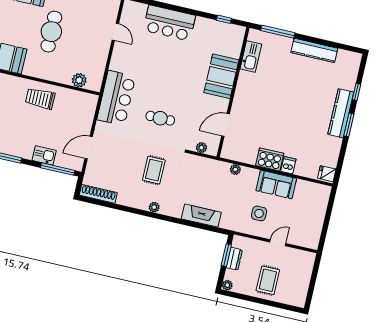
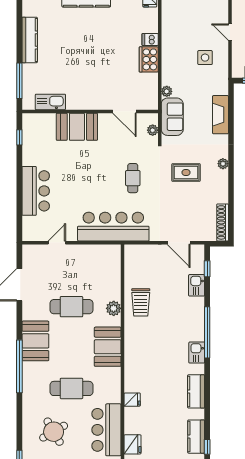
plant: (79, 80) -> (114, 308), moved
bar counter: (116, 98) -> (113, 227), width x1.36
window: (58, 169) -> (207, 269), width x0.46
sofa: (276, 184) -> (172, 117), moved

